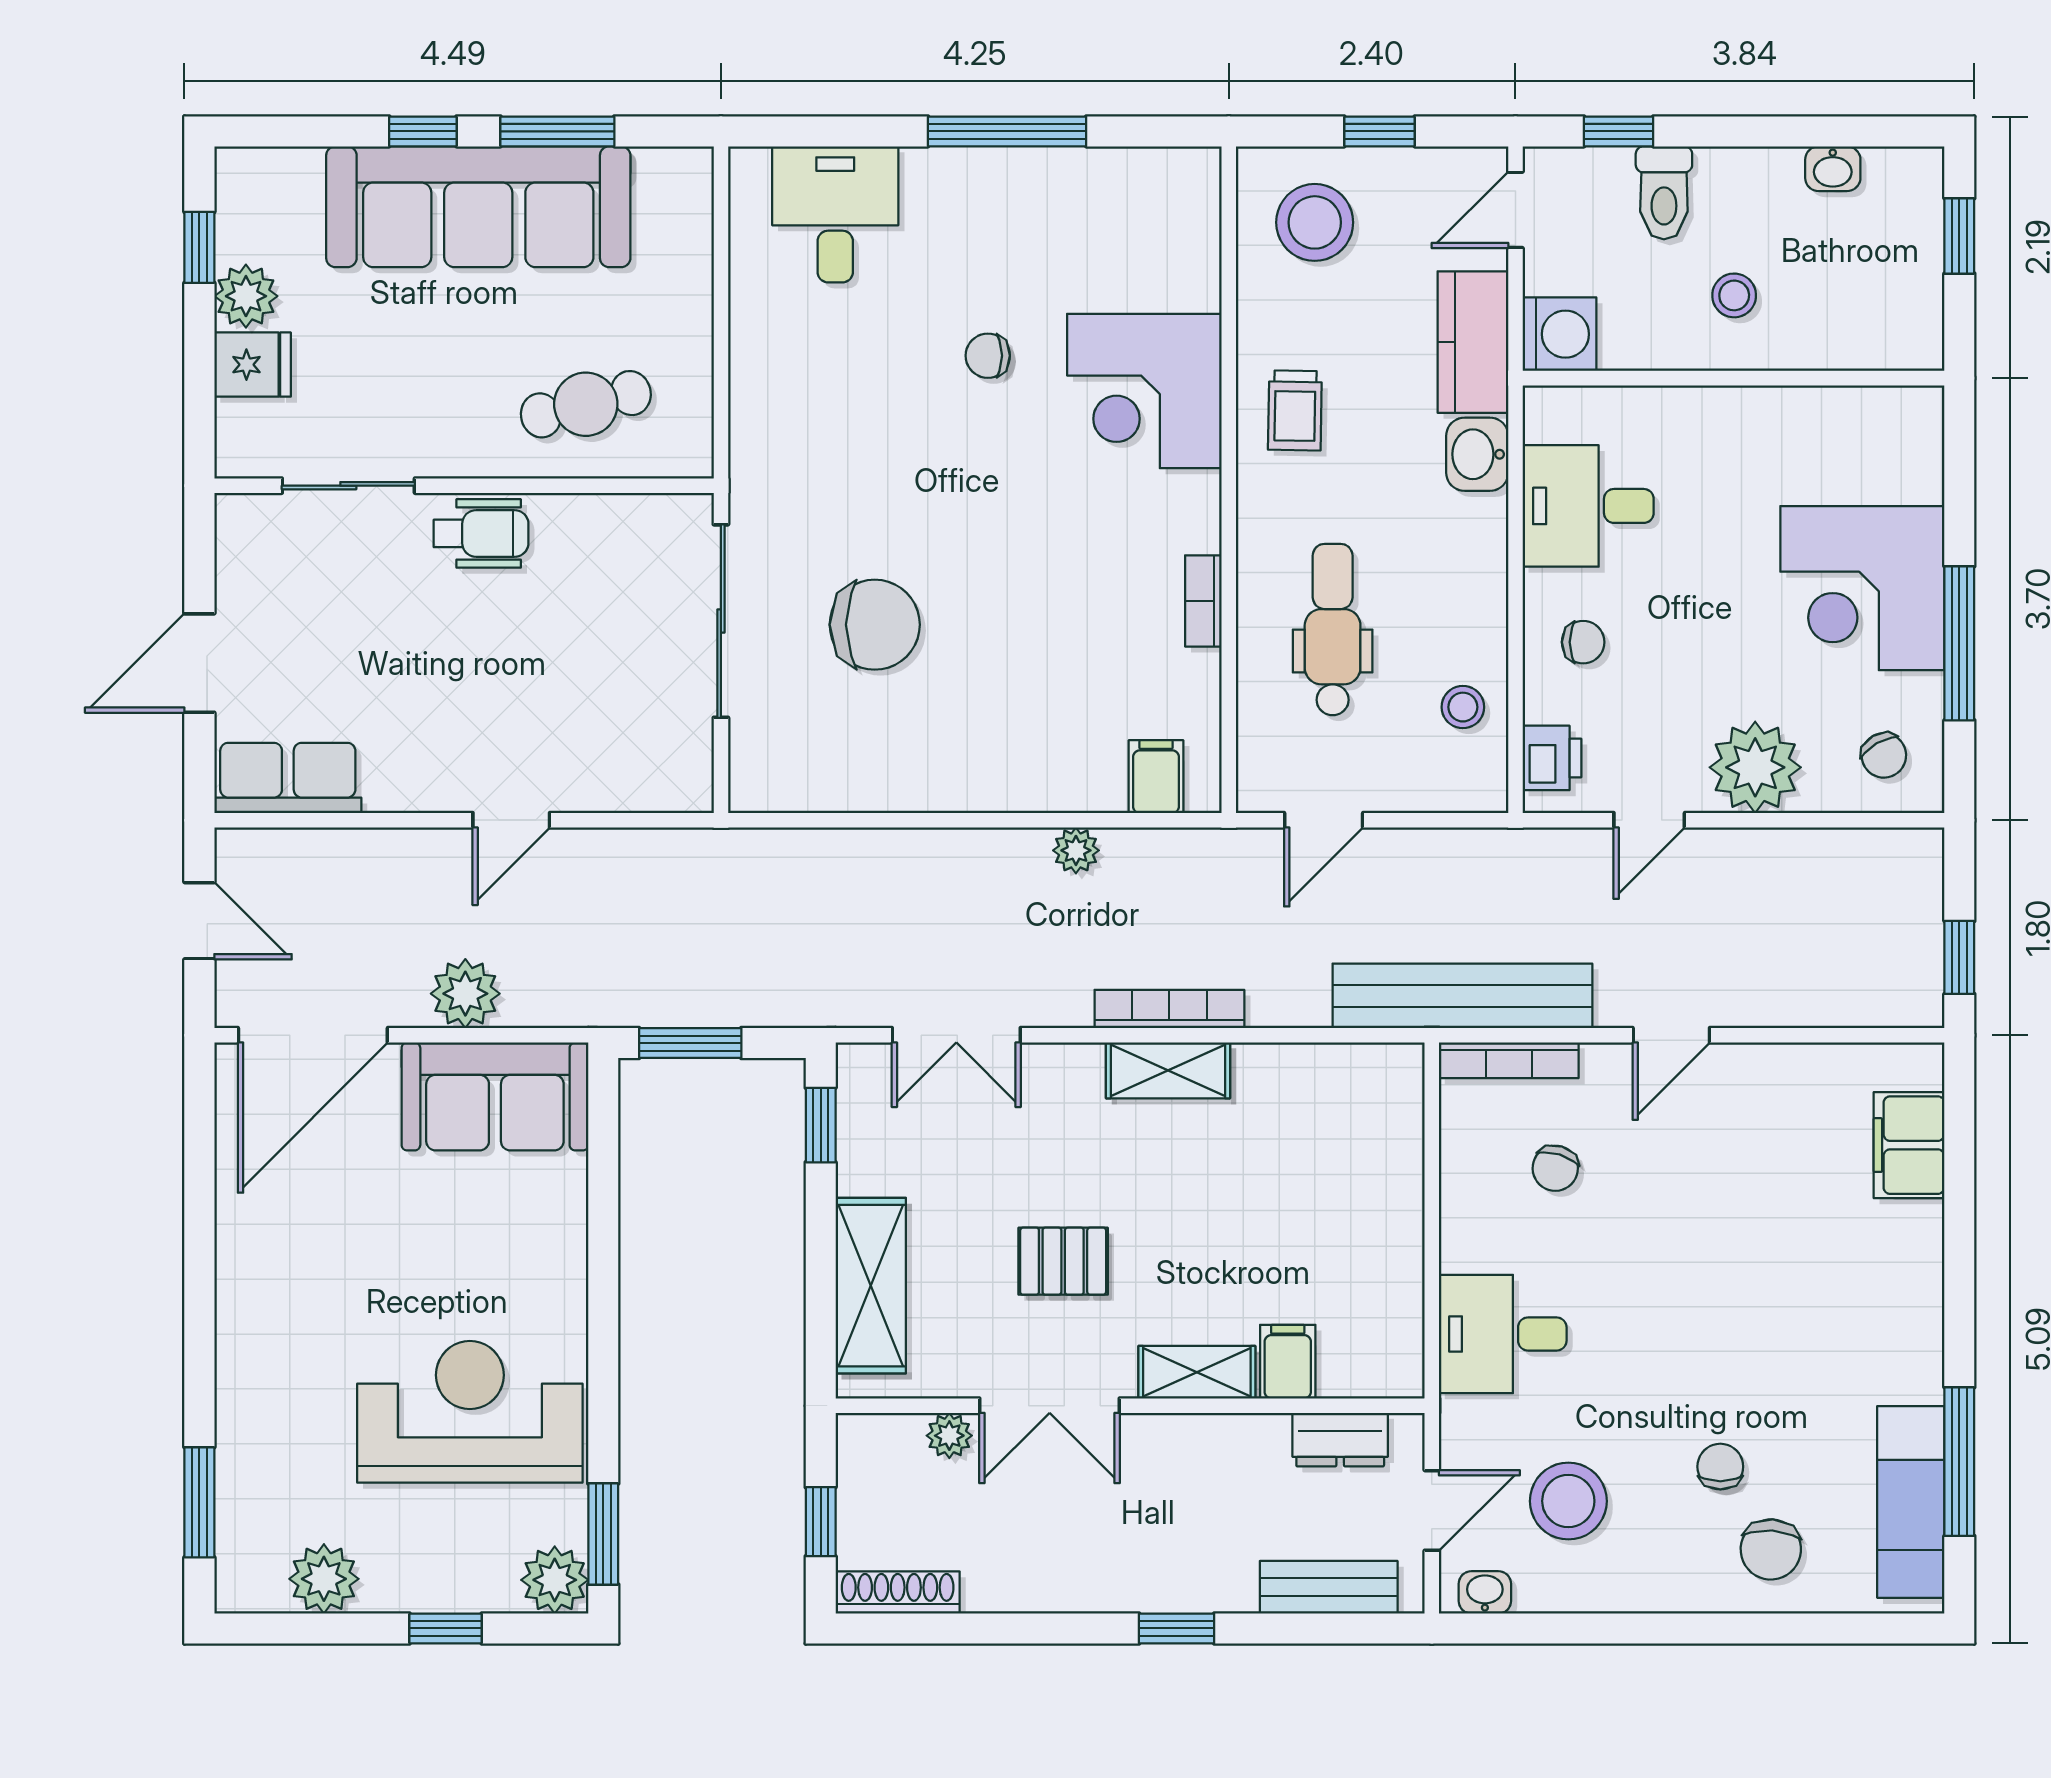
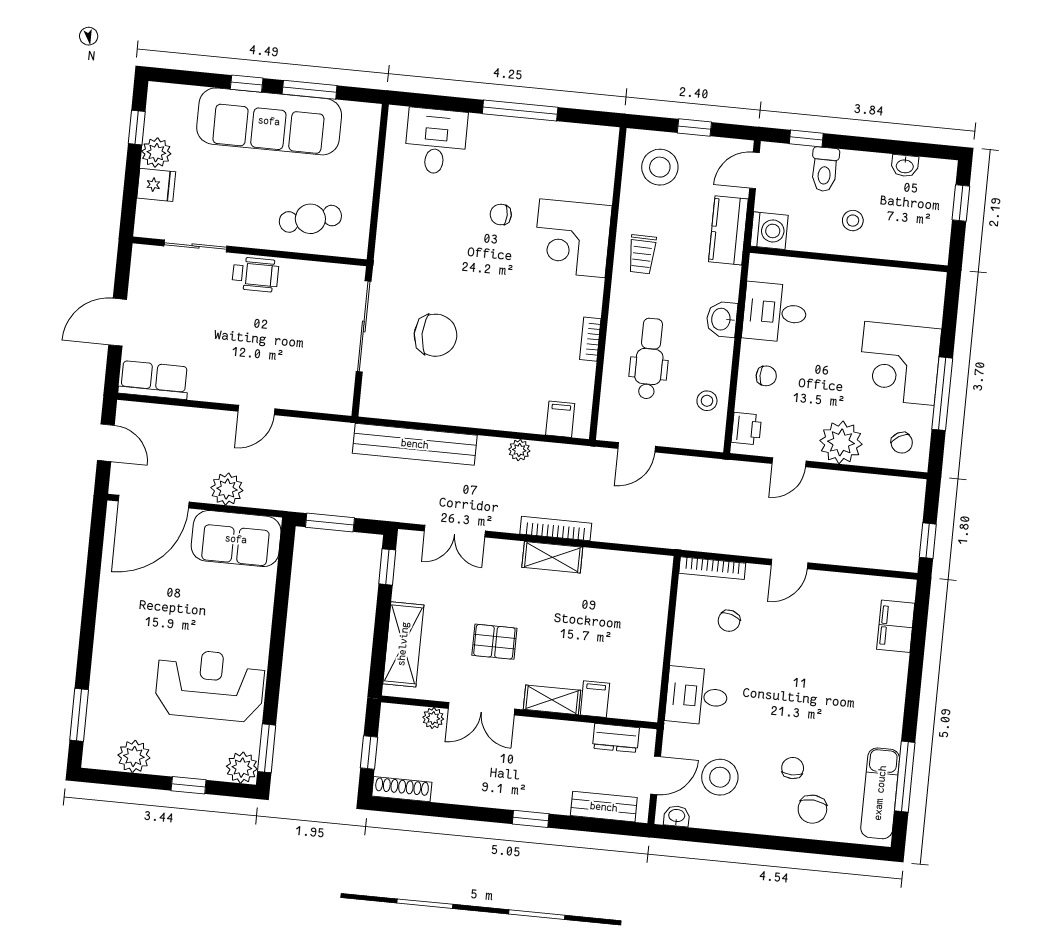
washbasin: (1477, 454) -> (722, 319), moved
bench: (1462, 996) -> (415, 444), moved

